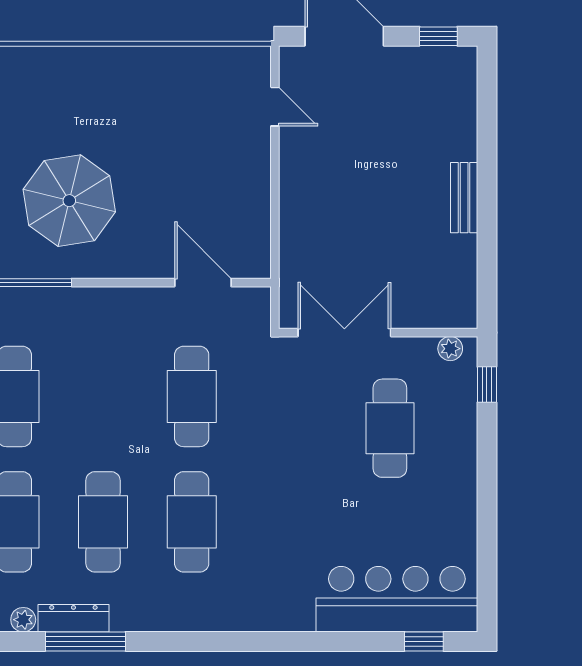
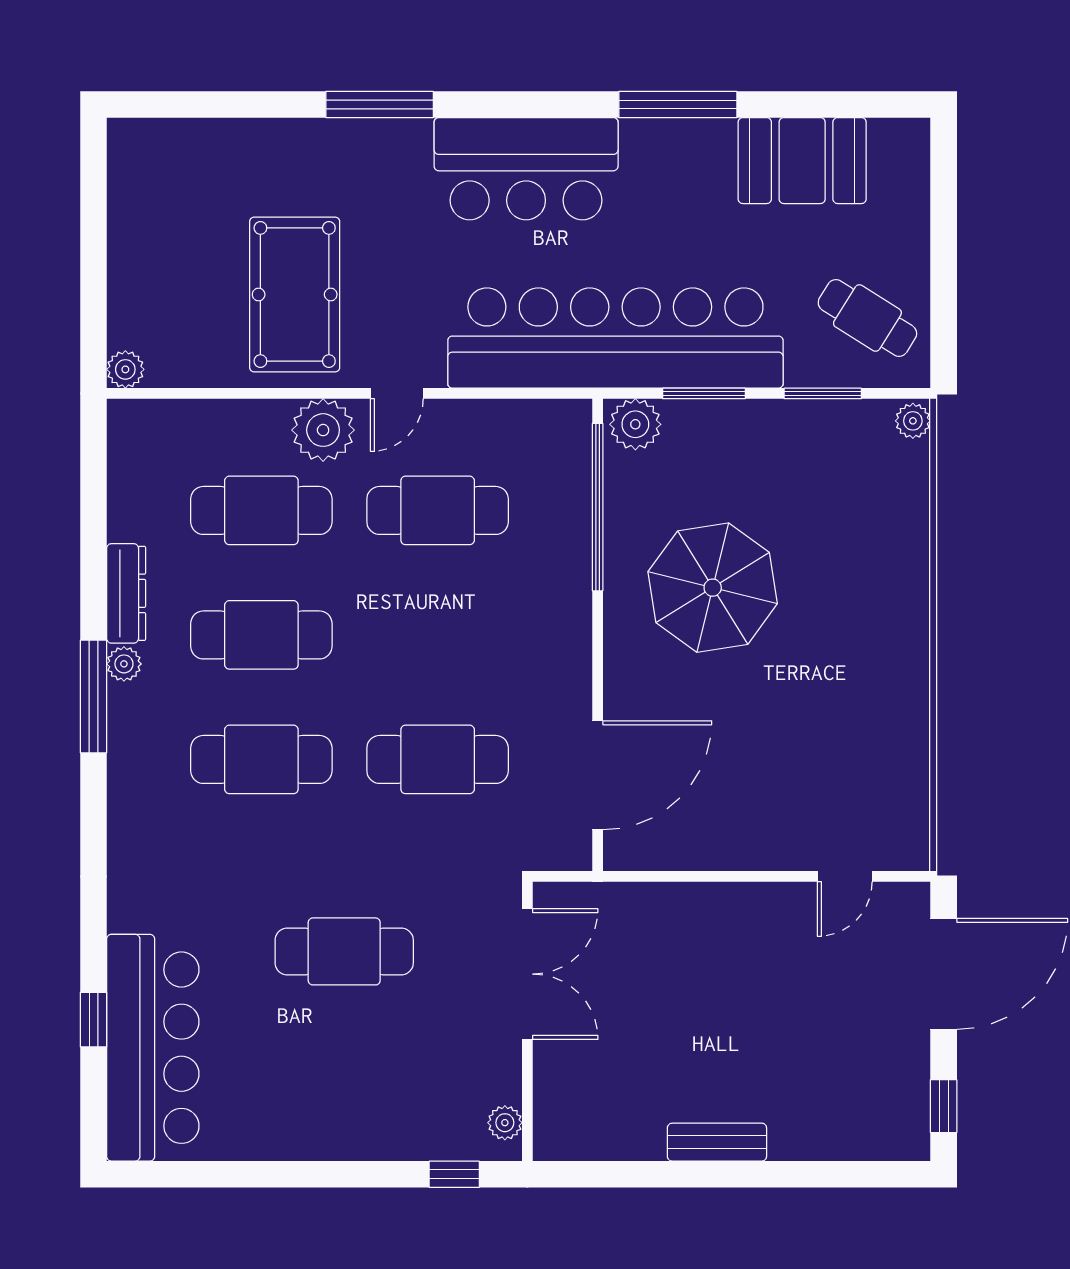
door: (203, 283) -> (598, 775), width x1.36
cafe table: (390, 428) -> (344, 951), moved
plant: (23, 620) -> (124, 664), moved
window: (85, 641) -> (93, 697), moved
window: (424, 641) -> (93, 1020), moved

